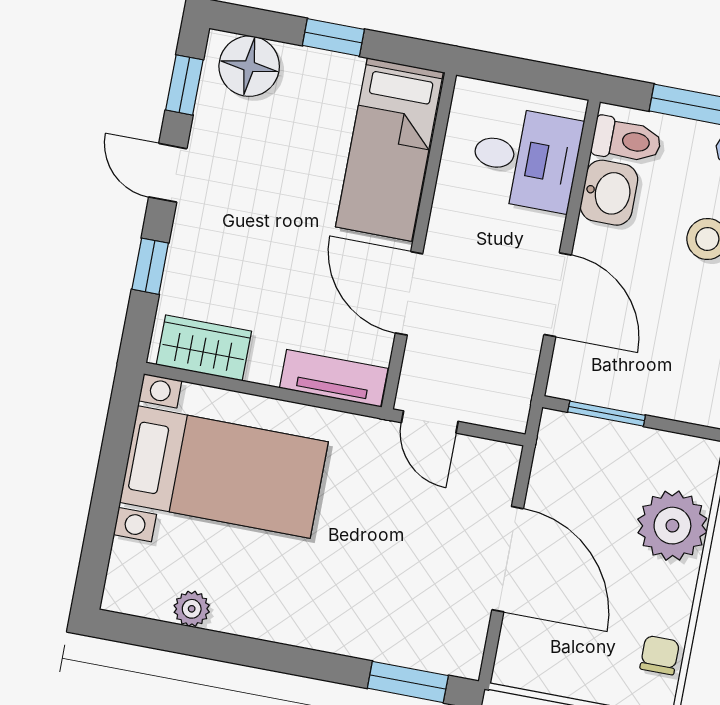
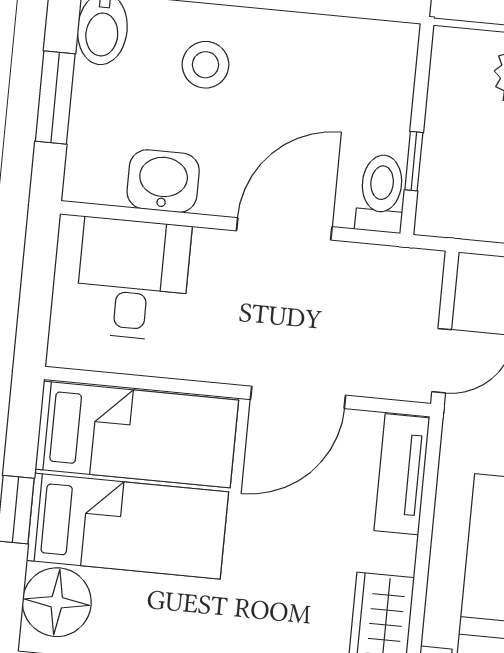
bed: (310, 134) -> (127, 526), added
toilet: (627, 140) -> (381, 193), moved
window: (607, 414) -> (414, 161), width x0.67

